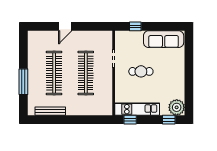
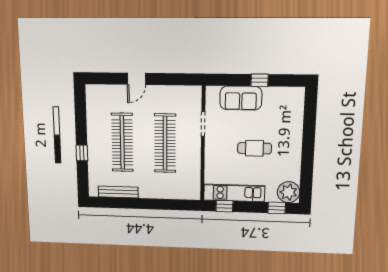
window: (135, 26) -> (260, 80), moved
sofa: (164, 39) -> (241, 98), moved, width x0.73
cafe table: (141, 71) -> (254, 148), moved
window: (23, 82) -> (82, 153), width x0.46

